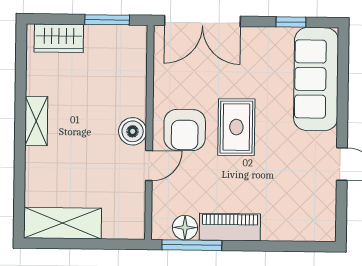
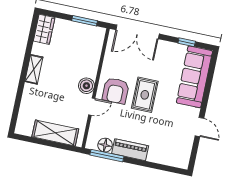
wardrobe: (59, 38) -> (44, 29), moved, turned -90
shelving: (63, 223) -> (55, 133), moved

